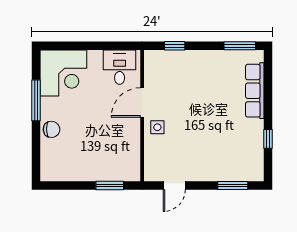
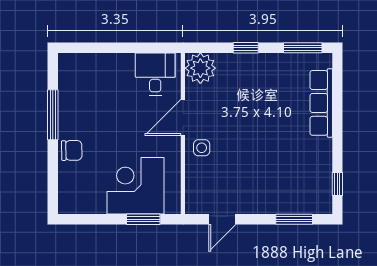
window: (175, 46) -> (246, 48), moved
plant: (156, 62) -> (200, 68), added
corner desk: (63, 73) -> (136, 186), moved, turned 180
window: (268, 139) -> (337, 184), moved

